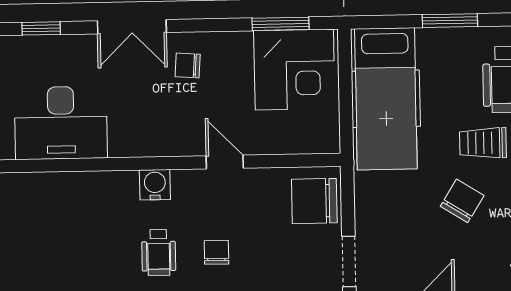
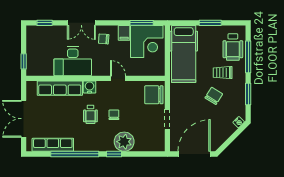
filing cabinet: (238, 50) -> (124, 33), added
desk: (61, 123) -> (73, 61), moved
row of seats: (82, 189) -> (60, 88), added

